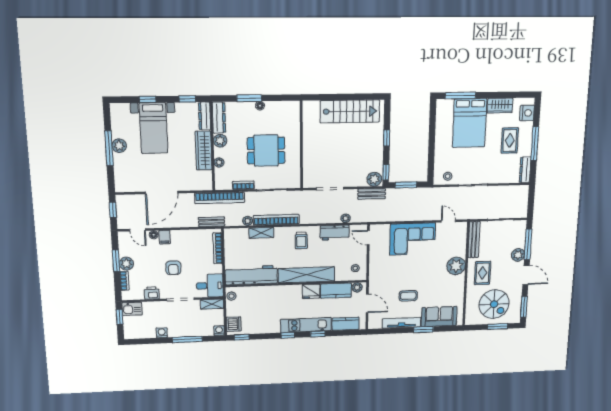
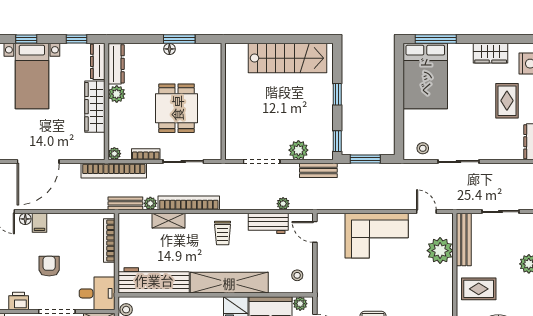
window: (249, 98) -> (179, 39), moved
bed: (470, 123) -> (425, 76), moved
dining table: (266, 151) -> (177, 108), turned 90
plant: (219, 162) -> (114, 154), moved
plant: (374, 179) -> (298, 150), moved
bench: (212, 222) -> (125, 203), moved
plant: (456, 266) -> (440, 251), moved
armchair: (173, 268) -> (49, 266), turned 180
rug: (483, 273) -> (479, 289), turned 90

